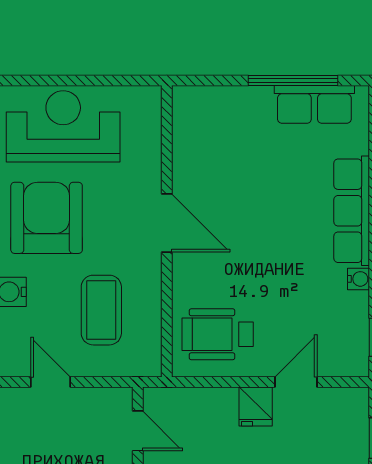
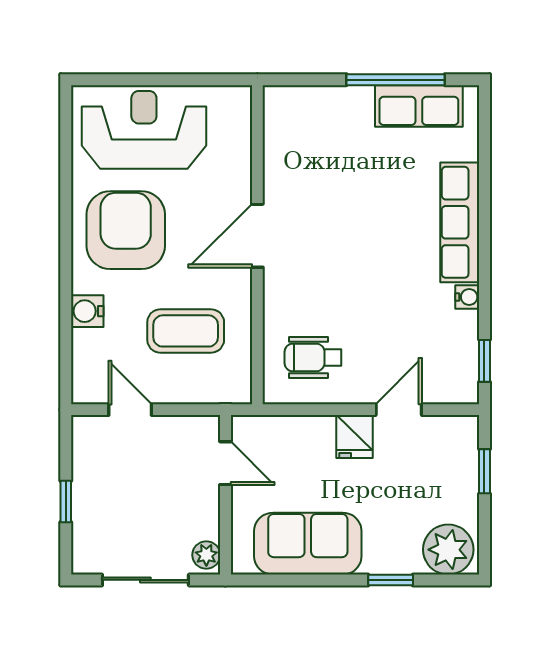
door: (167, 223) -> (257, 236), swing flipped
coffee table: (101, 310) -> (186, 331), turned 90
wheelchair: (218, 334) -> (313, 357), width x0.73, depth x0.73

